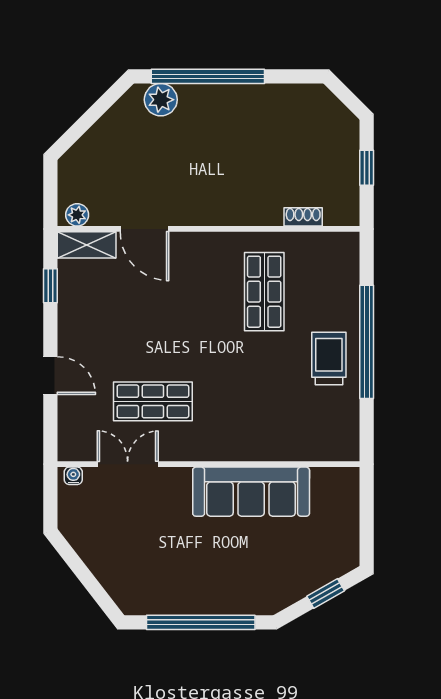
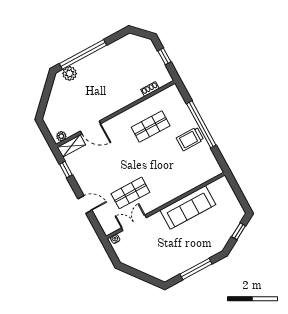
shop shelf: (264, 292) -> (151, 127), turned 90
trolley: (329, 358) -> (190, 139), turned -90
window: (201, 622) -> (196, 269), width x0.68

